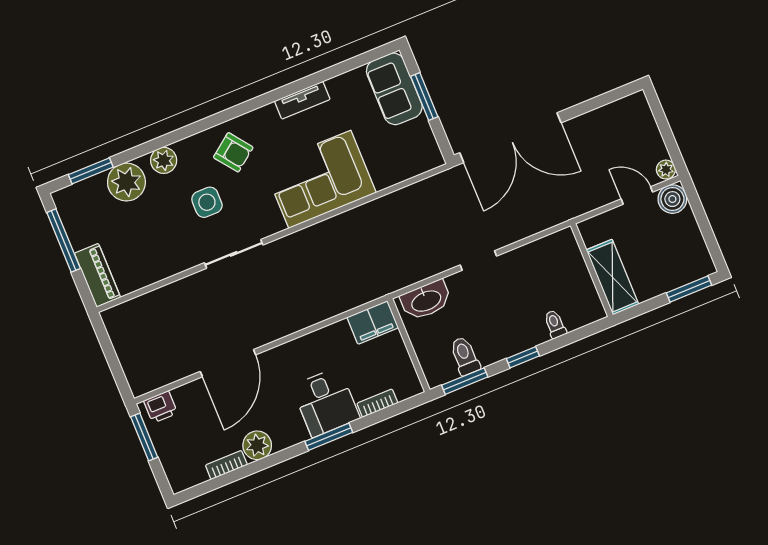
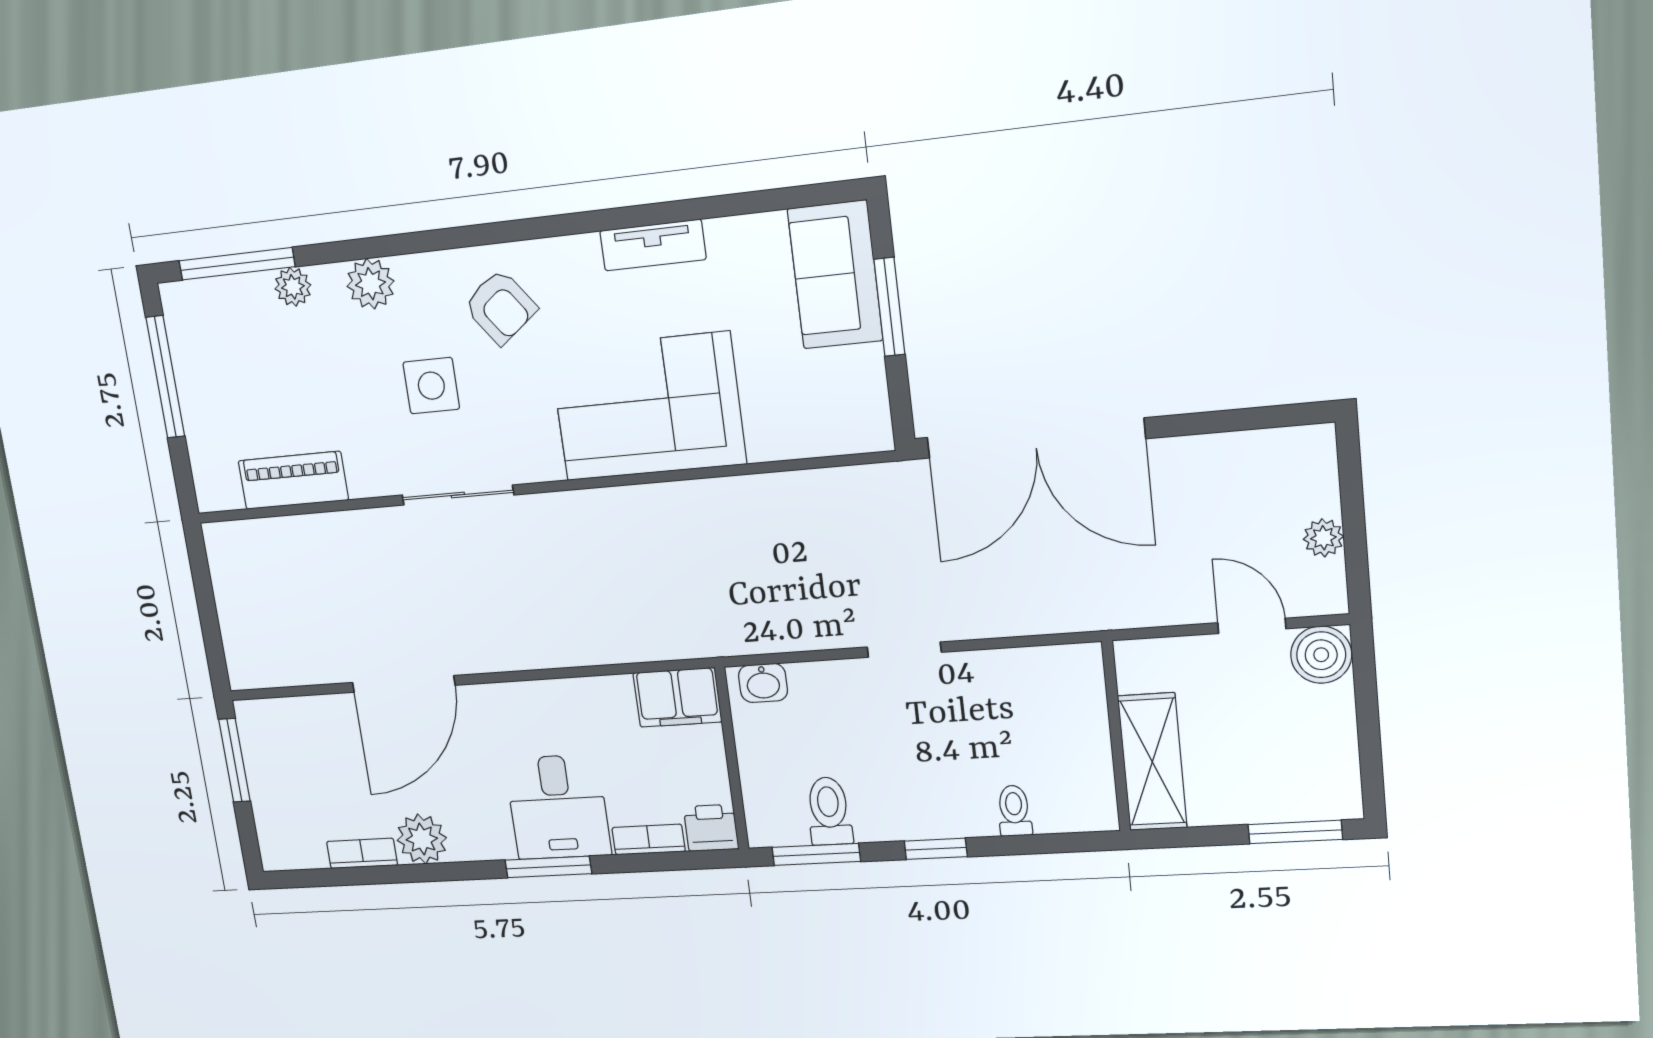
plant: (666, 170) -> (1323, 538), moved
window: (91, 171) -> (237, 264), width x1.44
plant: (126, 182) -> (293, 287), width x0.53, depth x0.53
piano: (97, 275) -> (293, 480), moved, turned -90
washbasin: (426, 300) -> (763, 683), width x0.52, depth x0.69
printer: (160, 407) -> (711, 828), moved, turned 180

